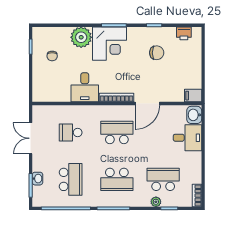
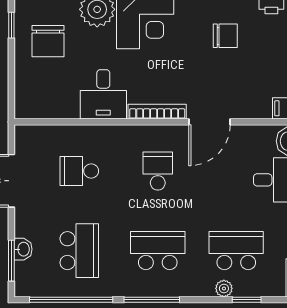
chair: (52, 56) -> (48, 41), width x1.87, depth x1.87
school desk: (117, 133) -> (158, 171), width x0.54
school desk: (117, 179) -> (158, 251), turned 180

